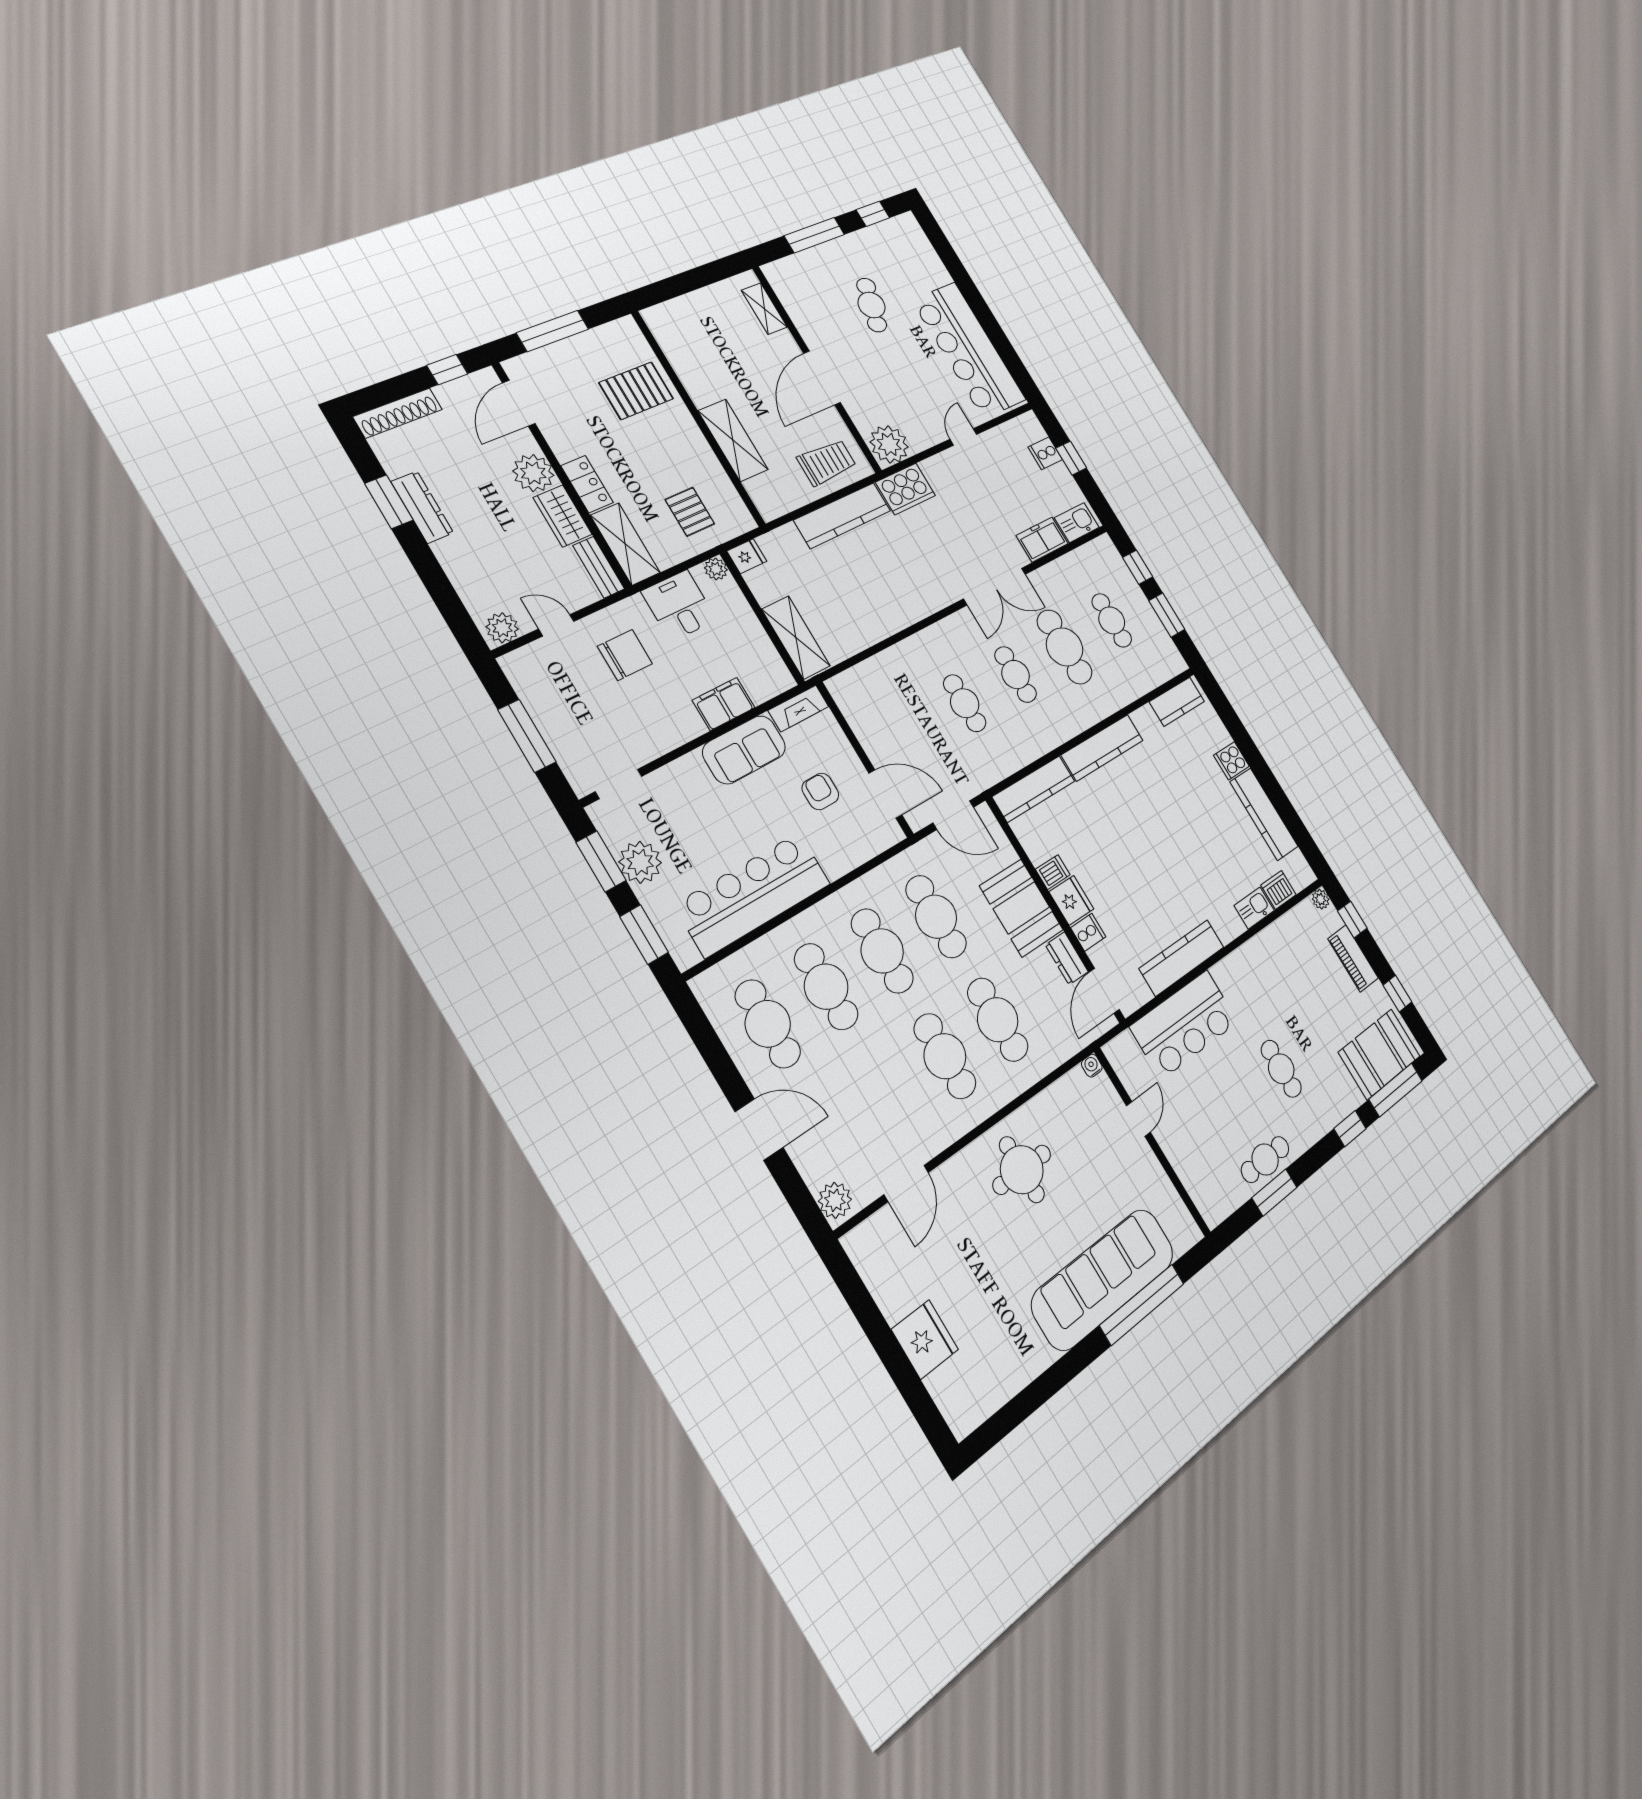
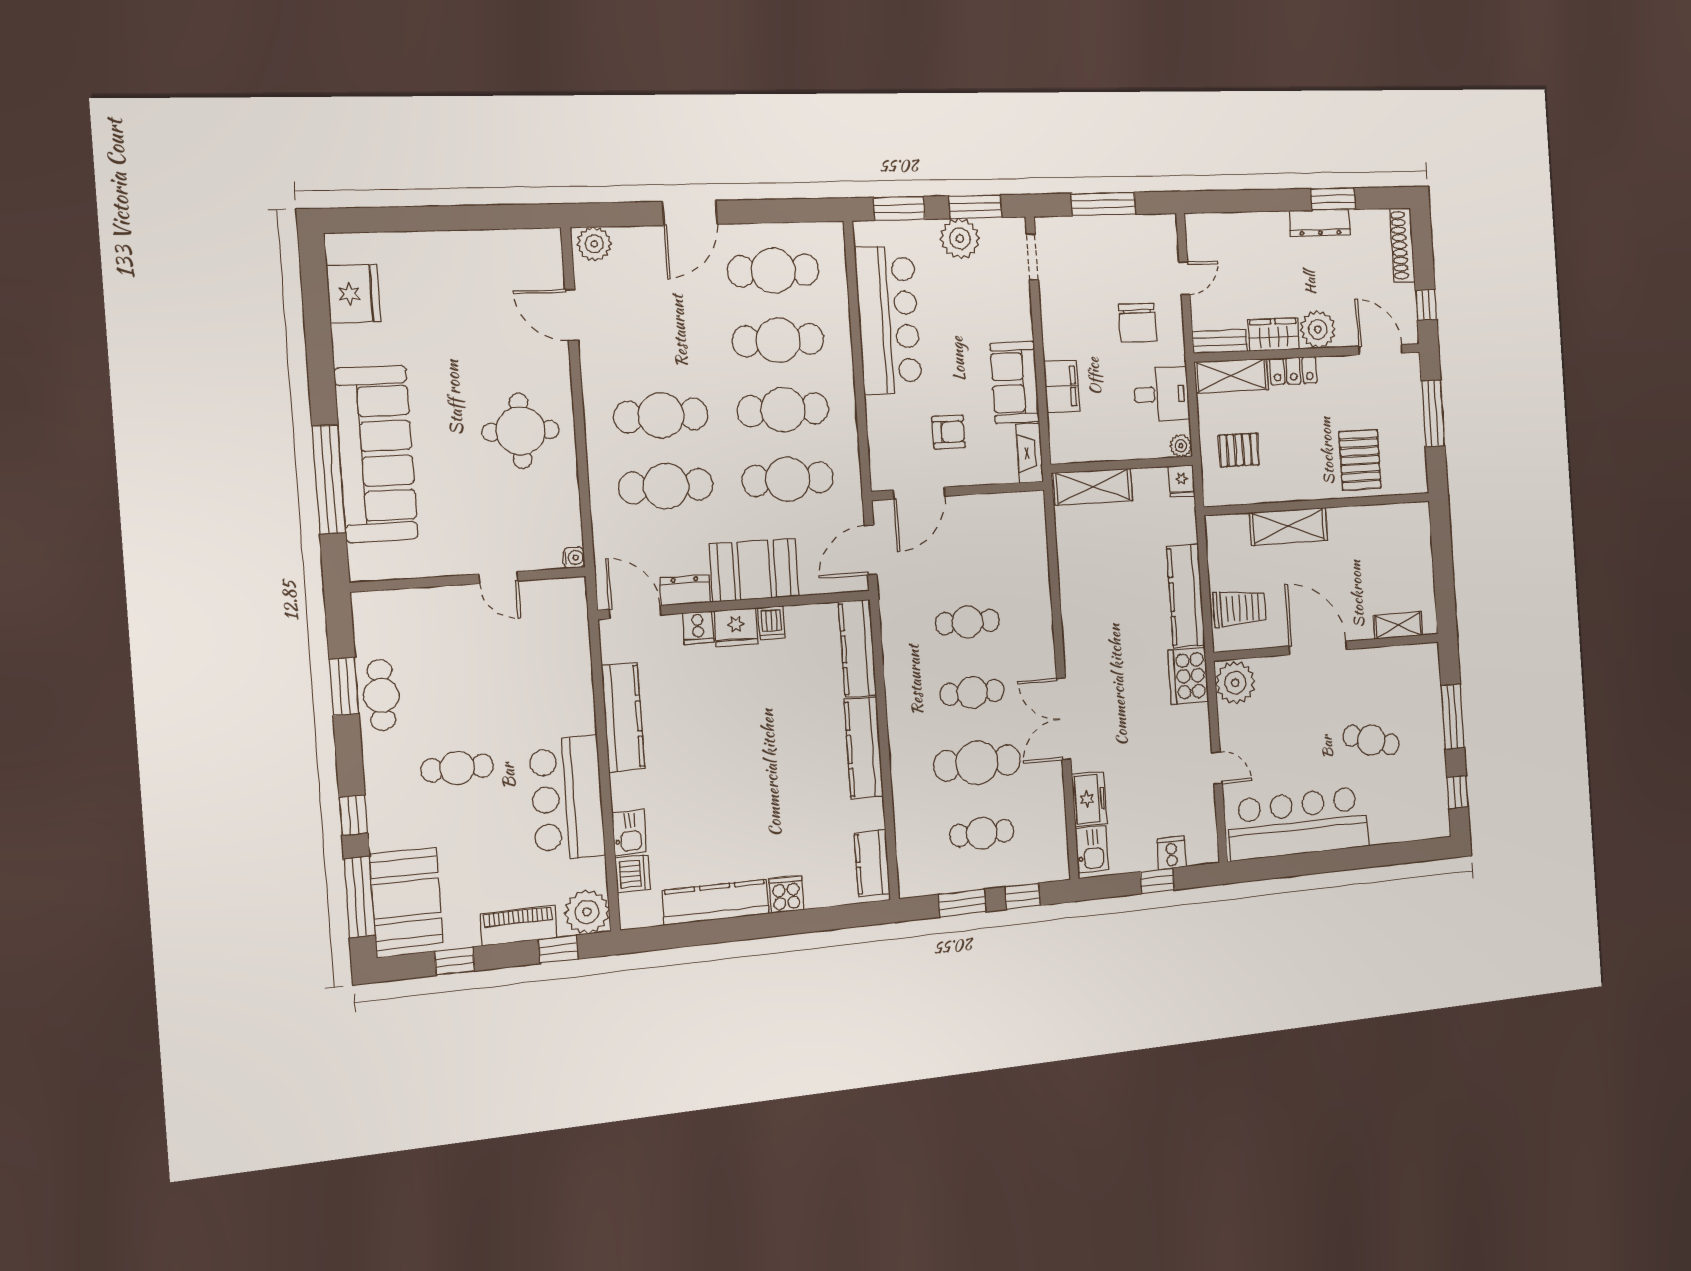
trolley: (827, 462) -> (1239, 608), turned -90
plant: (502, 628) -> (1199, 233), removed
plant: (1321, 899) -> (587, 912), width x1.88, depth x1.88
bar counter: (1184, 1024) -> (567, 798), moved
fridge: (925, 1339) -> (354, 294), moved, turned -90

